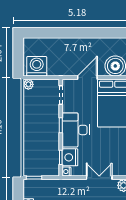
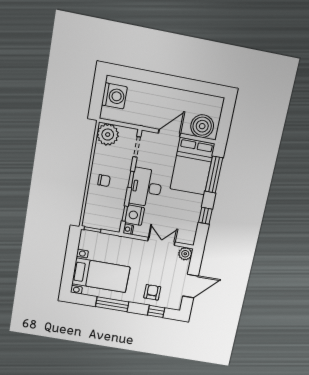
washing machine: (37, 66) -> (114, 96), moved, turned 90
plant: (28, 84) -> (108, 135), width x1.88, depth x1.88
chair: (37, 131) -> (104, 181), added

